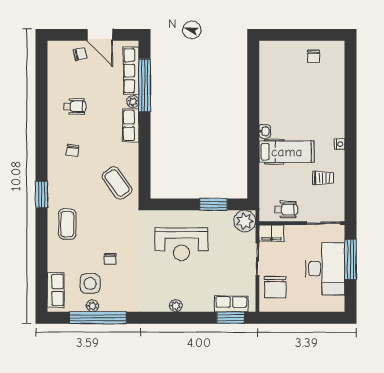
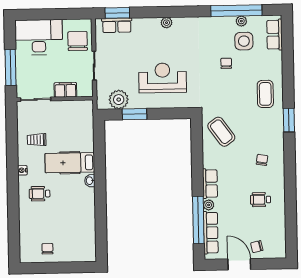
wheelchair: (286, 210) -> (40, 194), moved
plant: (245, 221) -> (119, 100), moved
filing cabinet: (271, 233) -> (65, 90), moved
desk: (325, 269) -> (39, 37), moved, turned 90

